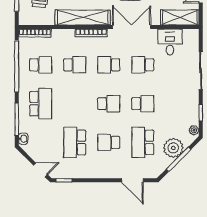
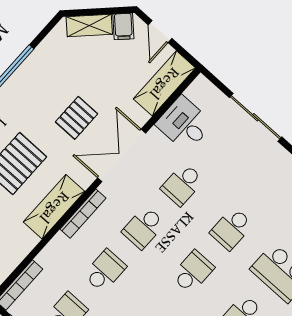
shelving: (83, 18) -> (54, 207), width x0.68
school desk: (143, 104) -> (232, 229), turned 180

